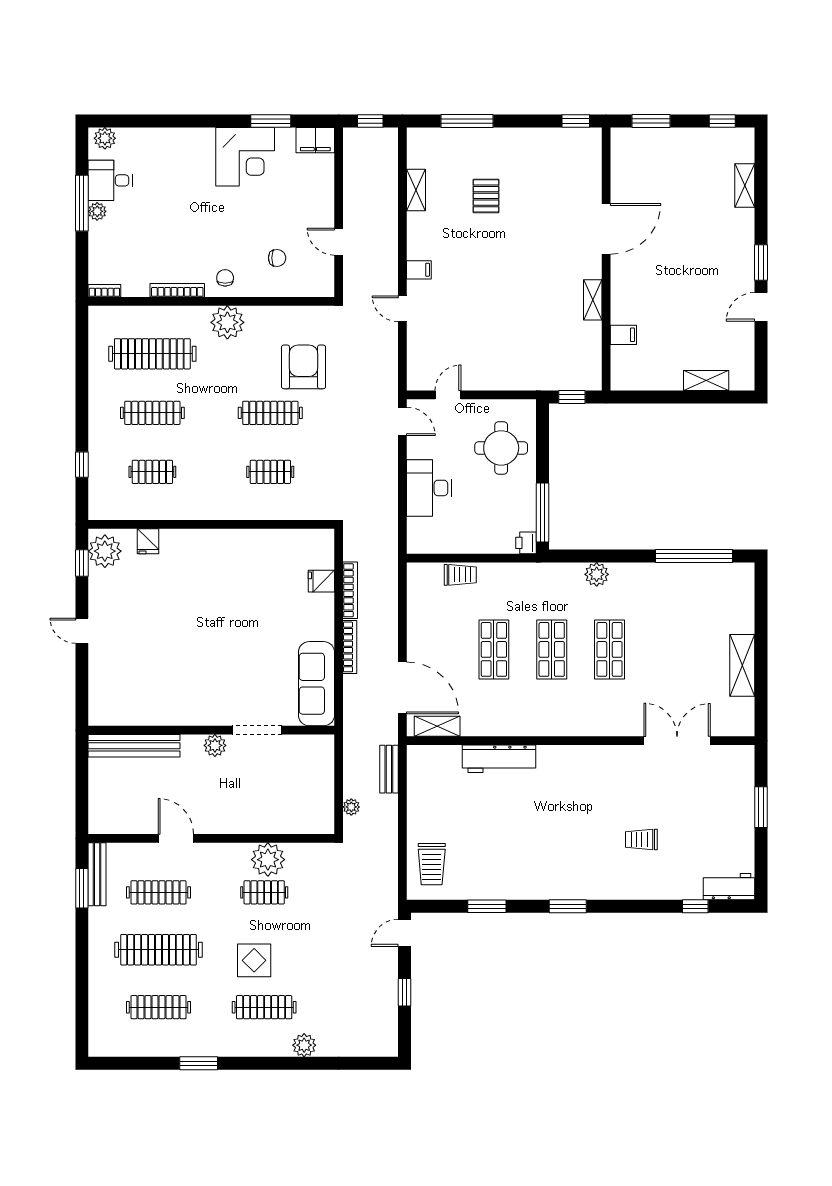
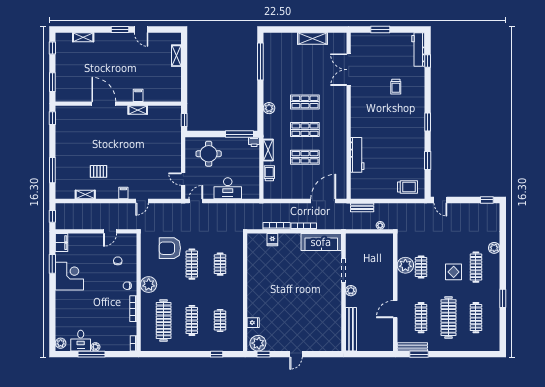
pallet: (486, 196) -> (99, 171), moved
filing cabinet: (623, 335) -> (138, 95), moved
shelving: (437, 726) -> (268, 150), moved
workbench: (729, 887) -> (418, 49), width x1.37
window: (404, 992) -> (487, 200), moved

